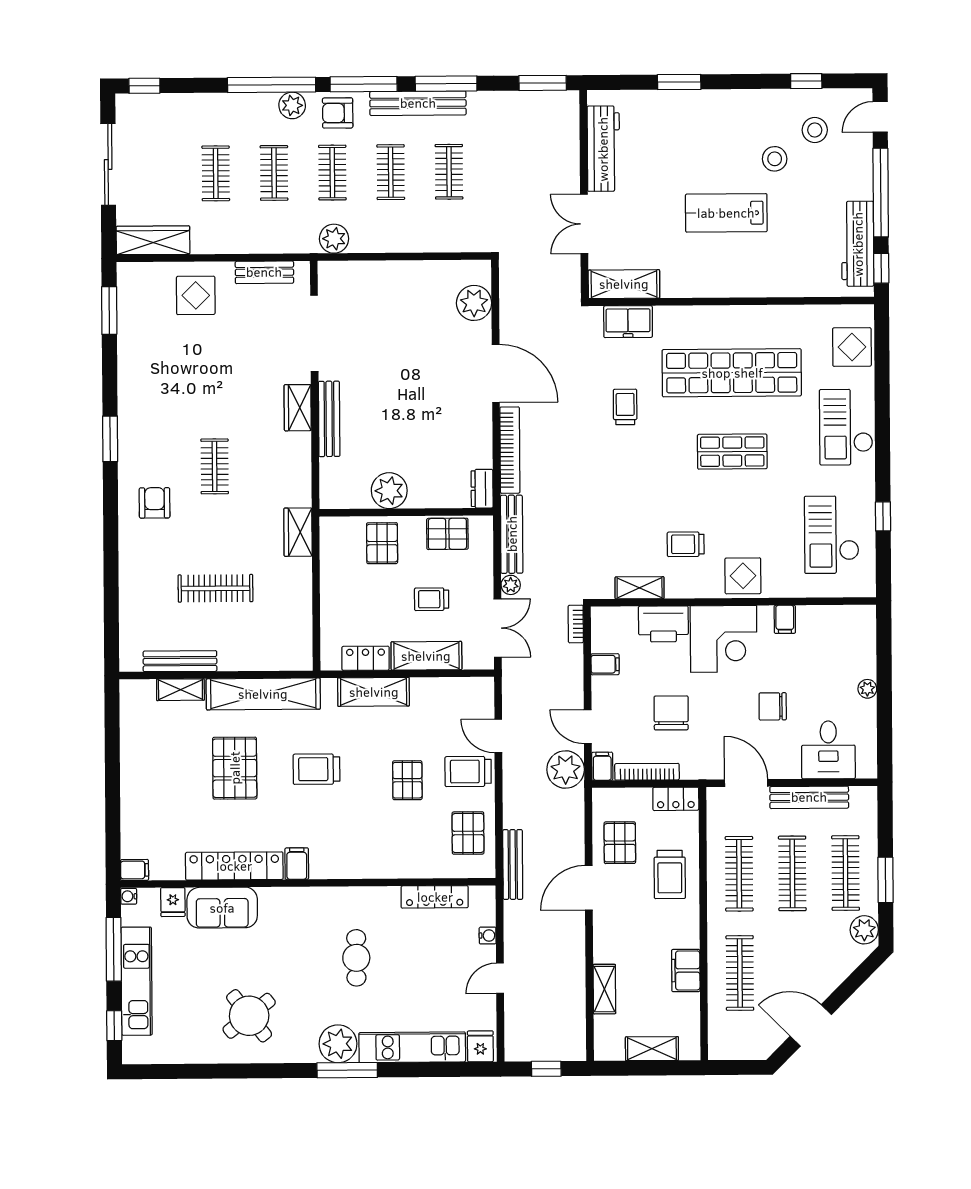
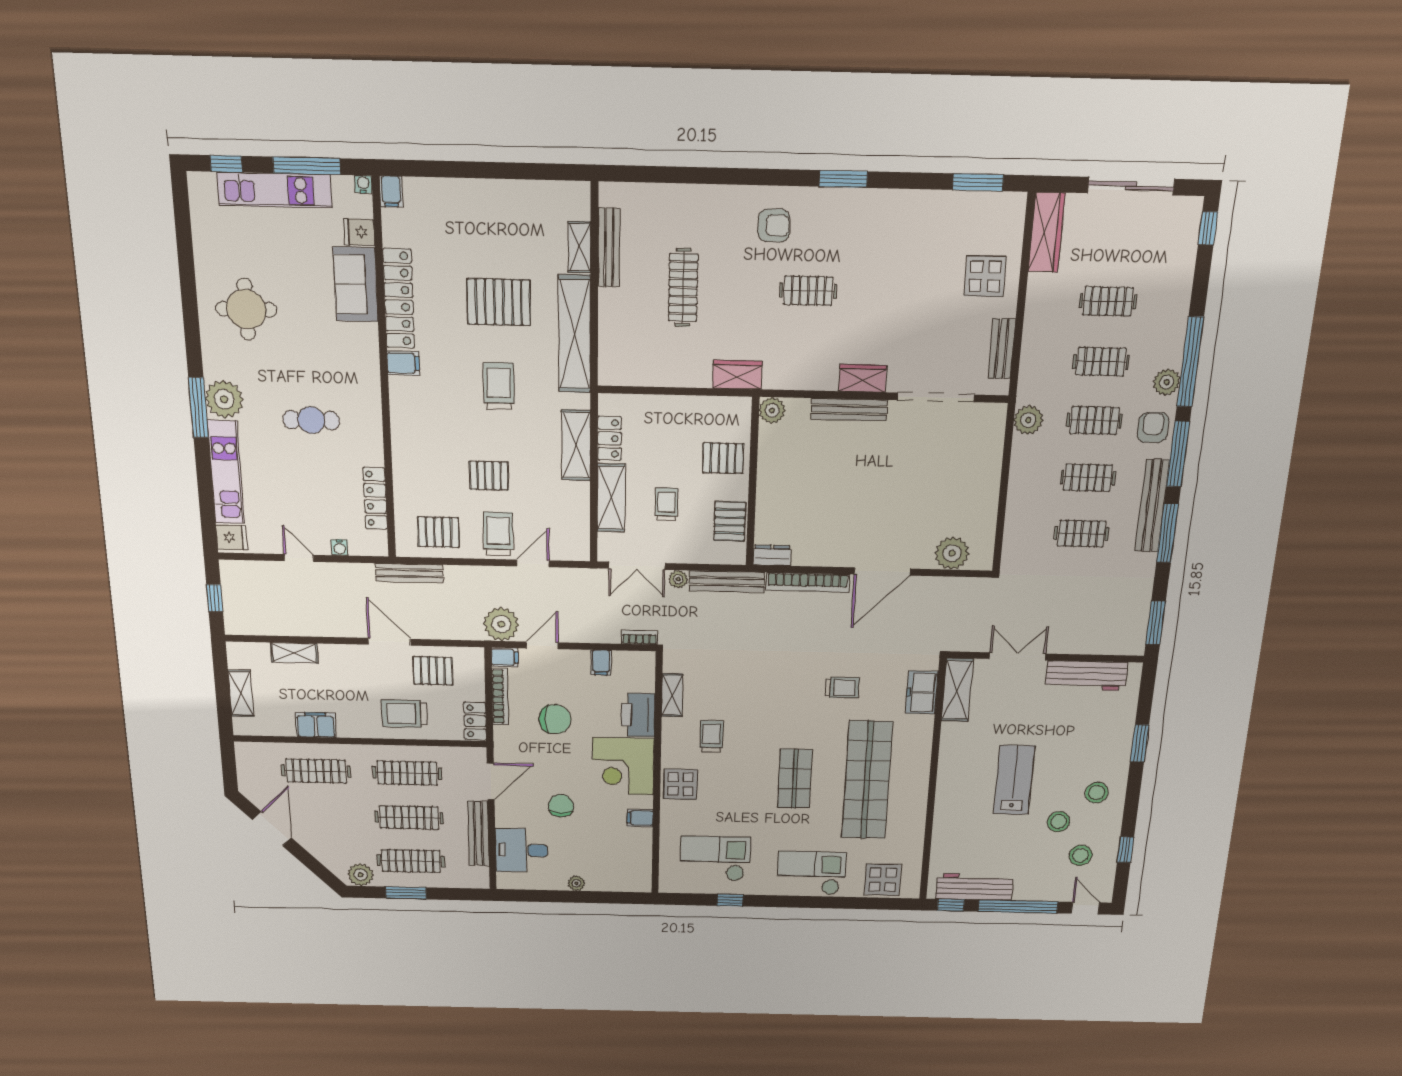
stool: (738, 121) -> (1097, 793), added
plant: (389, 491) -> (772, 410), moved, width x0.73, depth x0.73
round table: (249, 1016) -> (246, 309), turned 38

